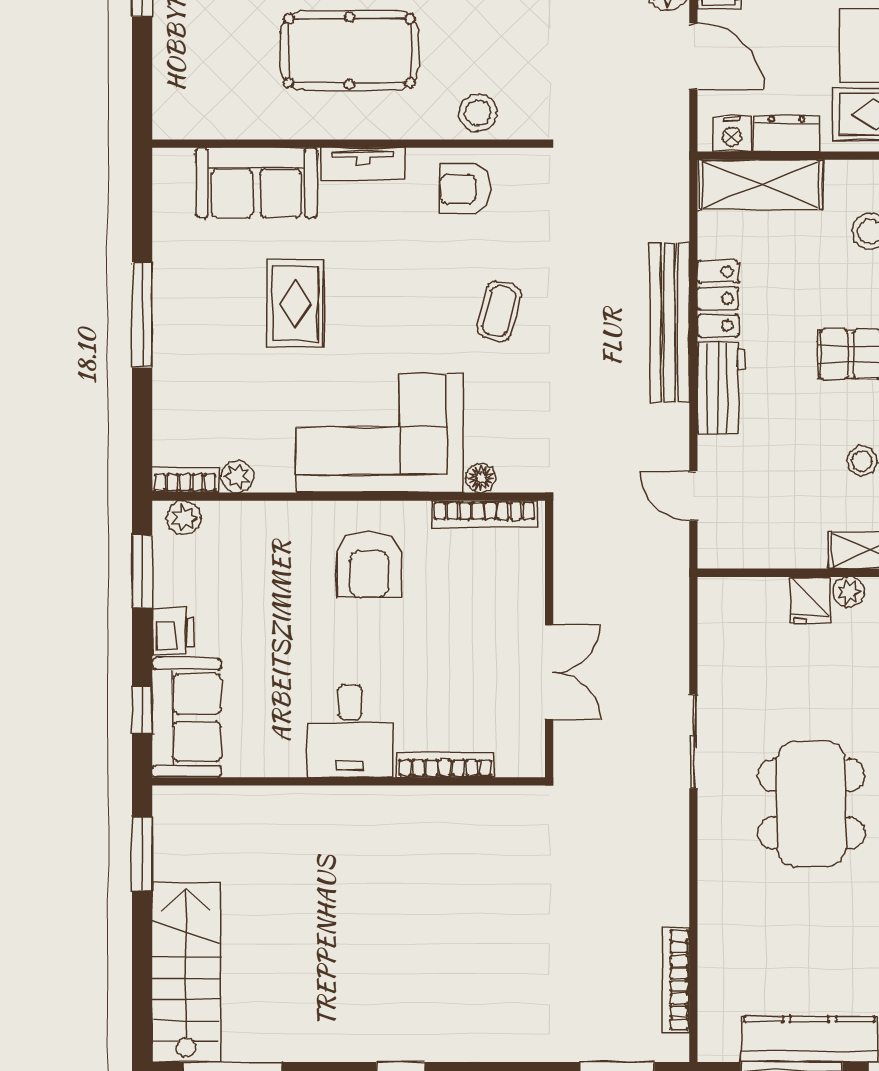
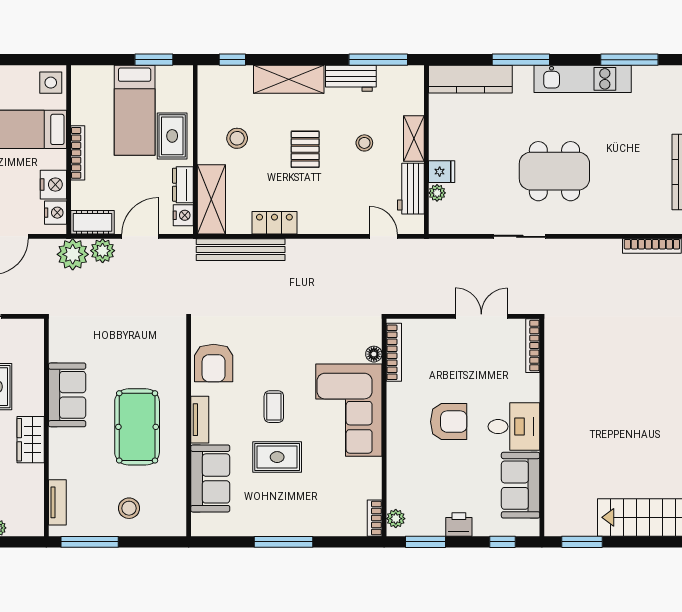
stool: (478, 113) -> (129, 508), moved
armchair: (465, 189) -> (214, 363), width x1.38, depth x1.38
coffee table: (499, 311) -> (274, 407), moved, turned 76
bench: (670, 323) -> (241, 250), moved
workbench: (721, 388) -> (411, 189), moved, turned -90
plant: (237, 476) -> (373, 489), removed
door: (693, 496) -> (384, 236), swing flipped
armchair: (369, 565) -> (449, 422), moved
plant: (849, 592) -> (437, 193), moved
sofa: (187, 718) -> (521, 485), moved, turned -90
bookcase: (445, 765) -> (533, 346), moved

